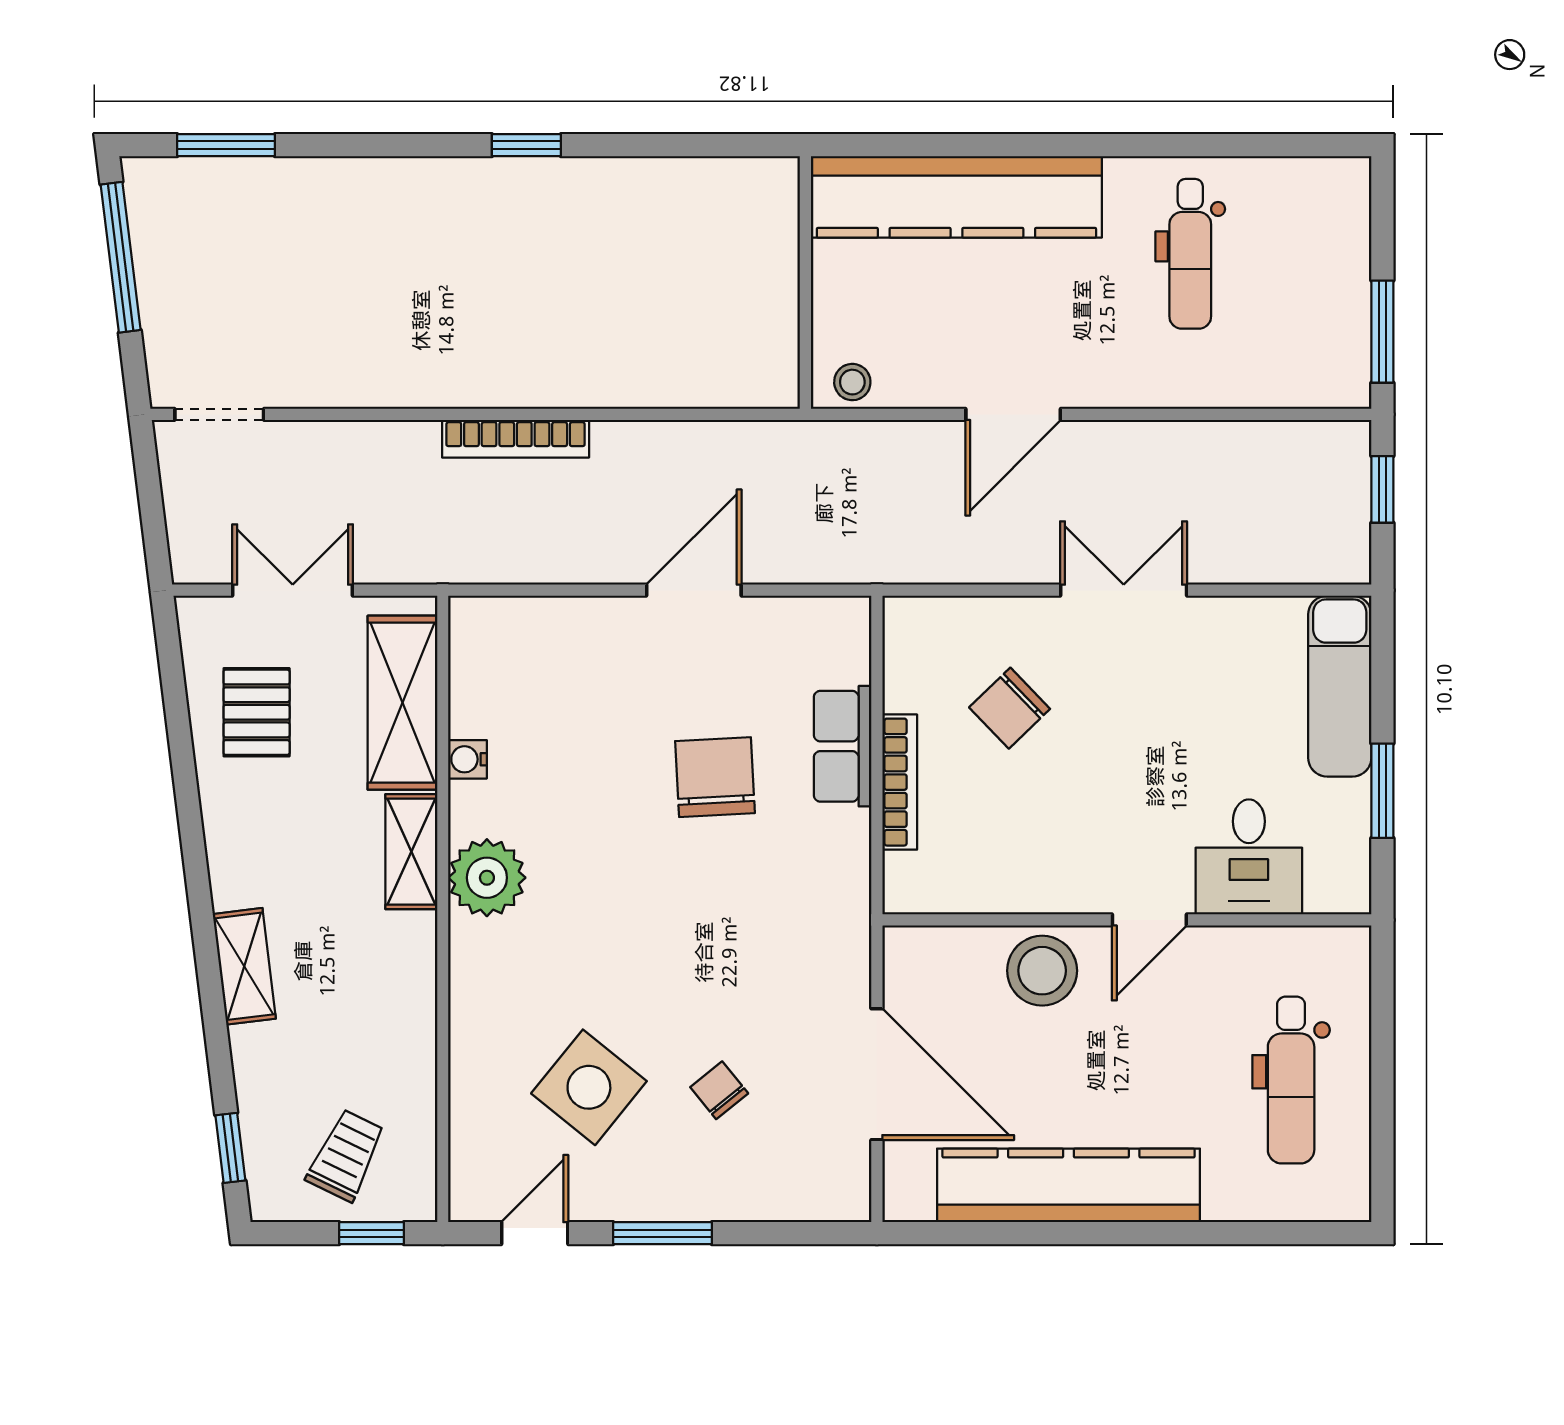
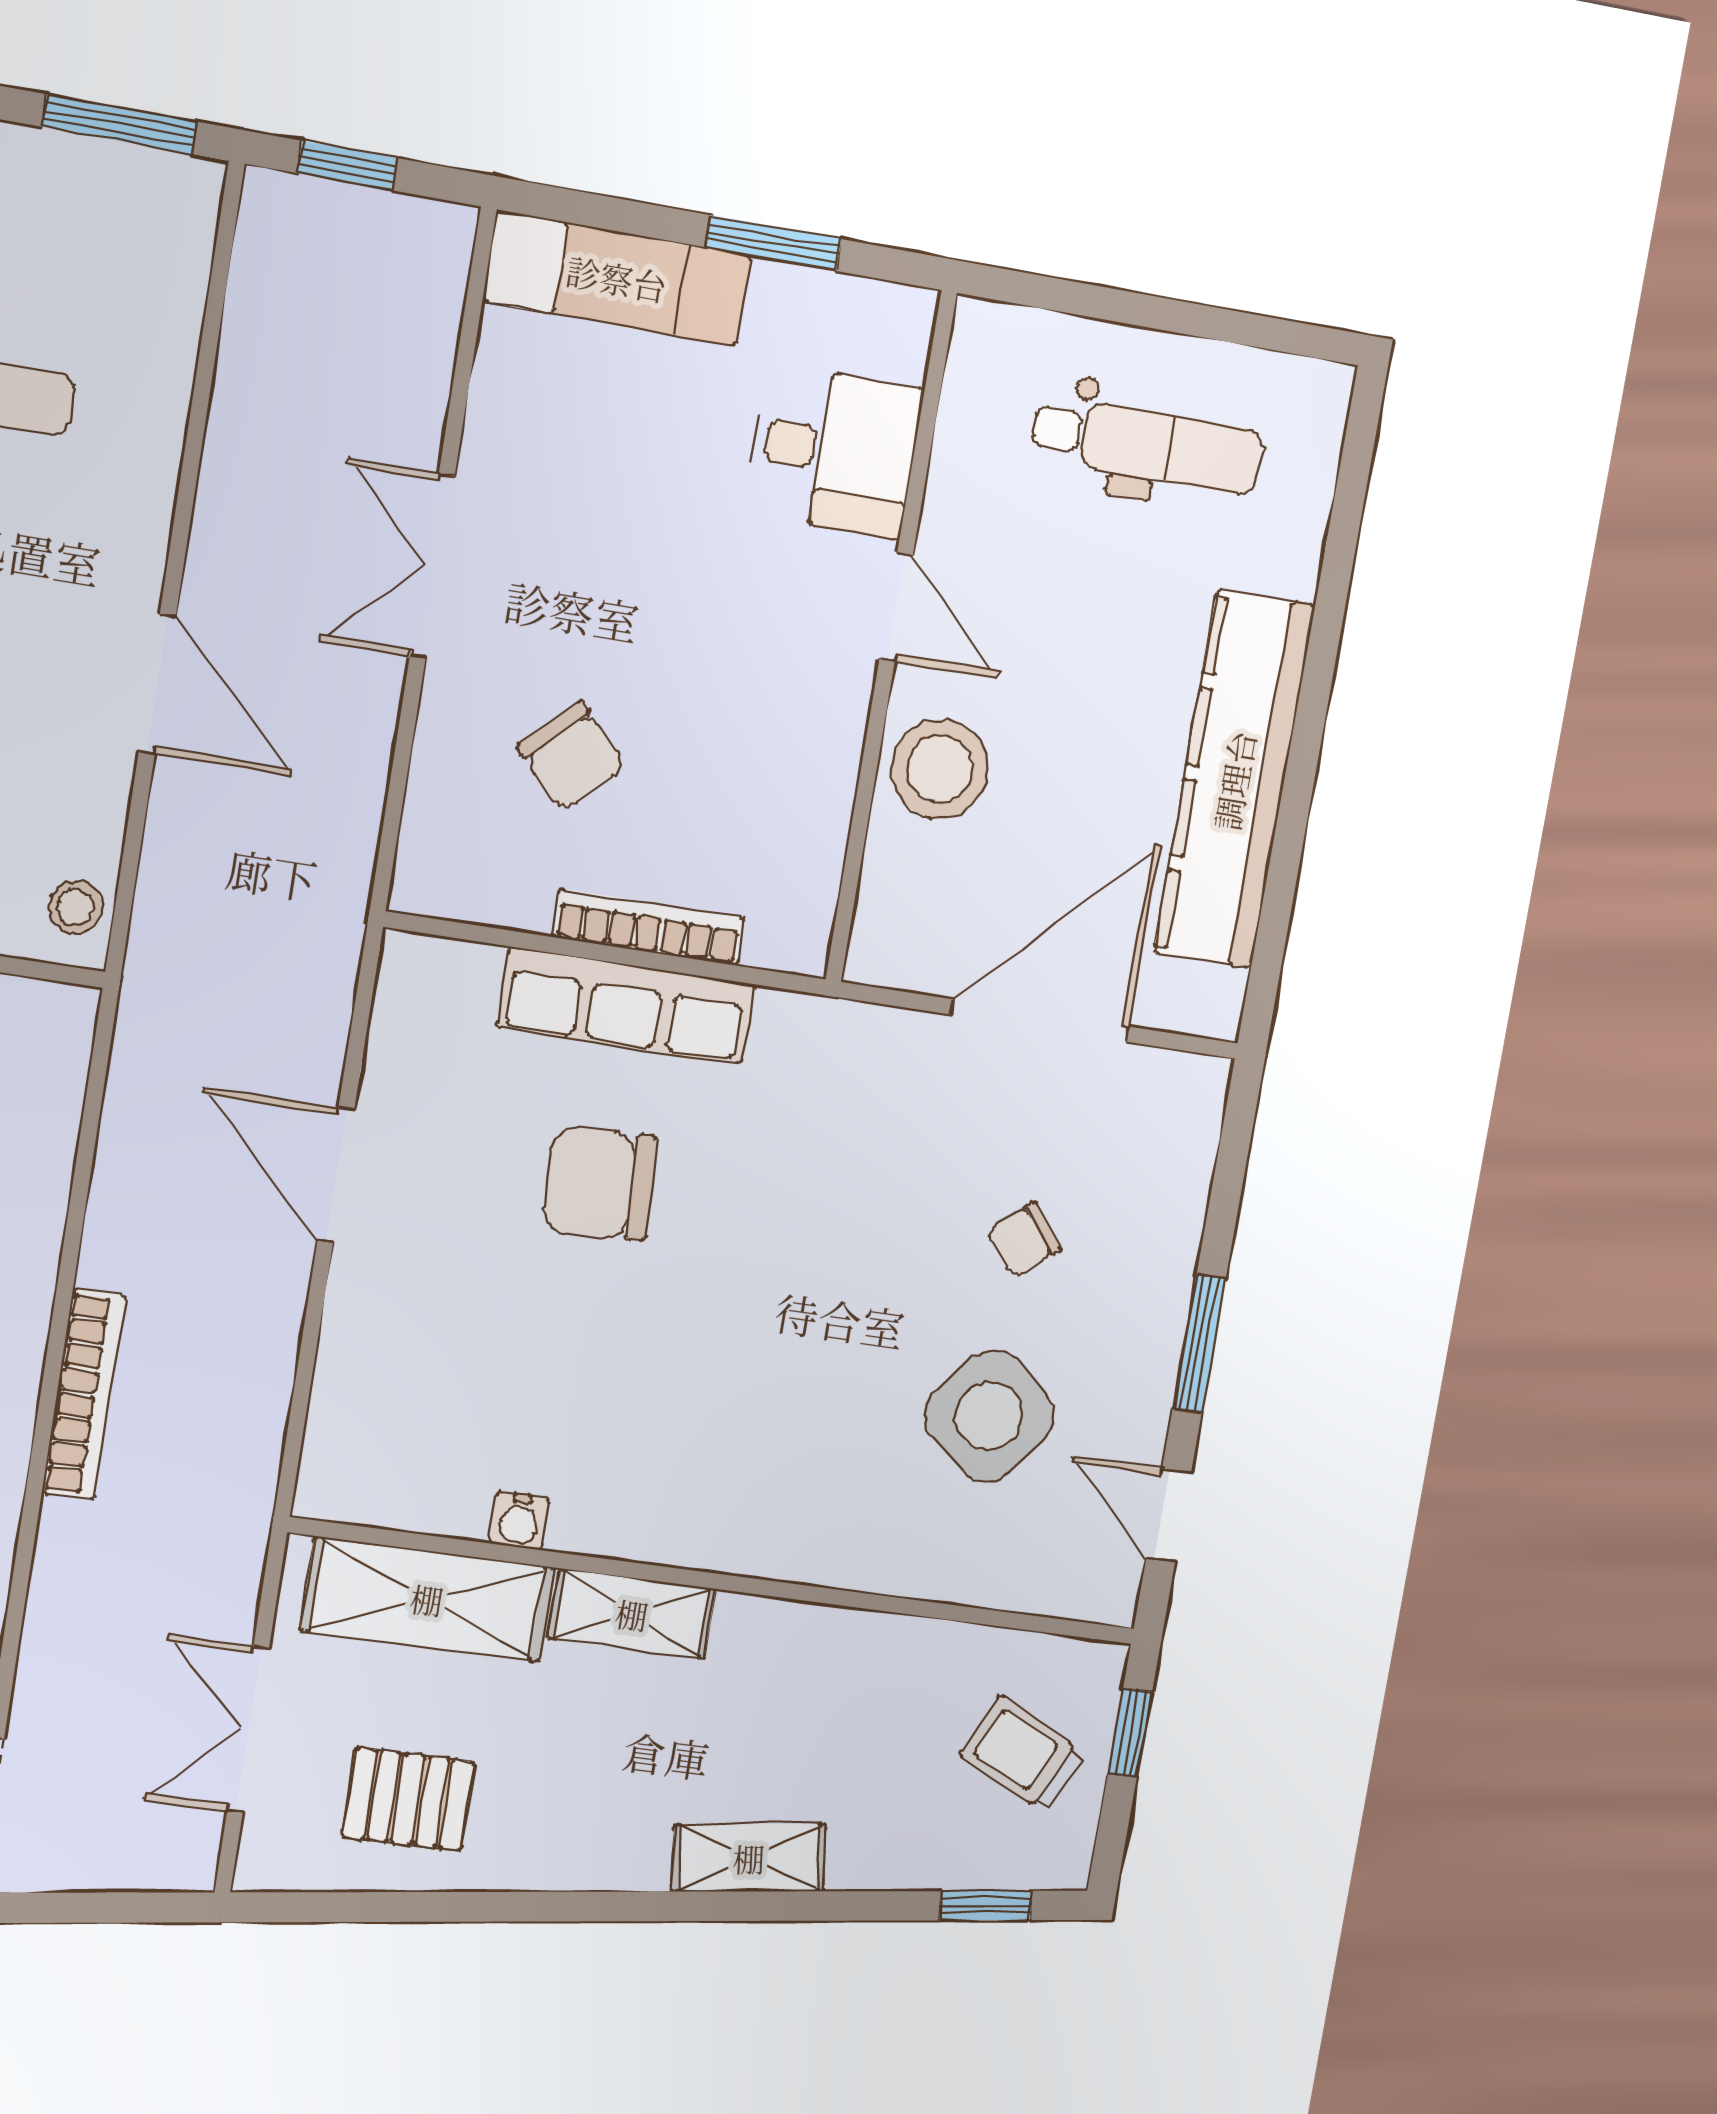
row of seats: (843, 746) -> (626, 1006), width x1.48
plant: (487, 878) -> (685, 1516), removed

